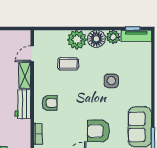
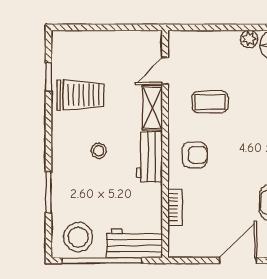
plant: (77, 40) -> (249, 39), width x0.53, depth x0.53
coffee table: (68, 64) -> (210, 102), moved

